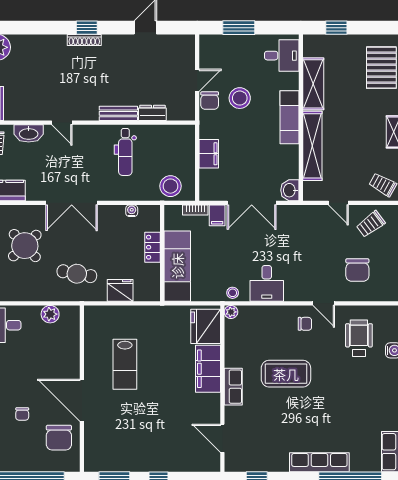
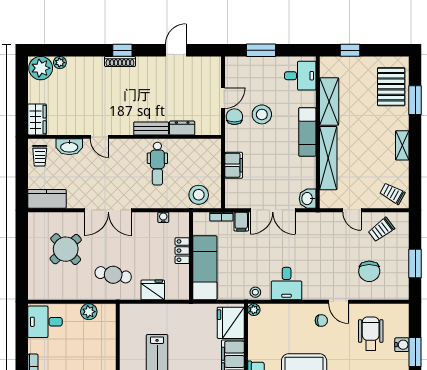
plant: (18, 41) -> (60, 63), added
chair: (210, 101) -> (234, 117), turned 180

